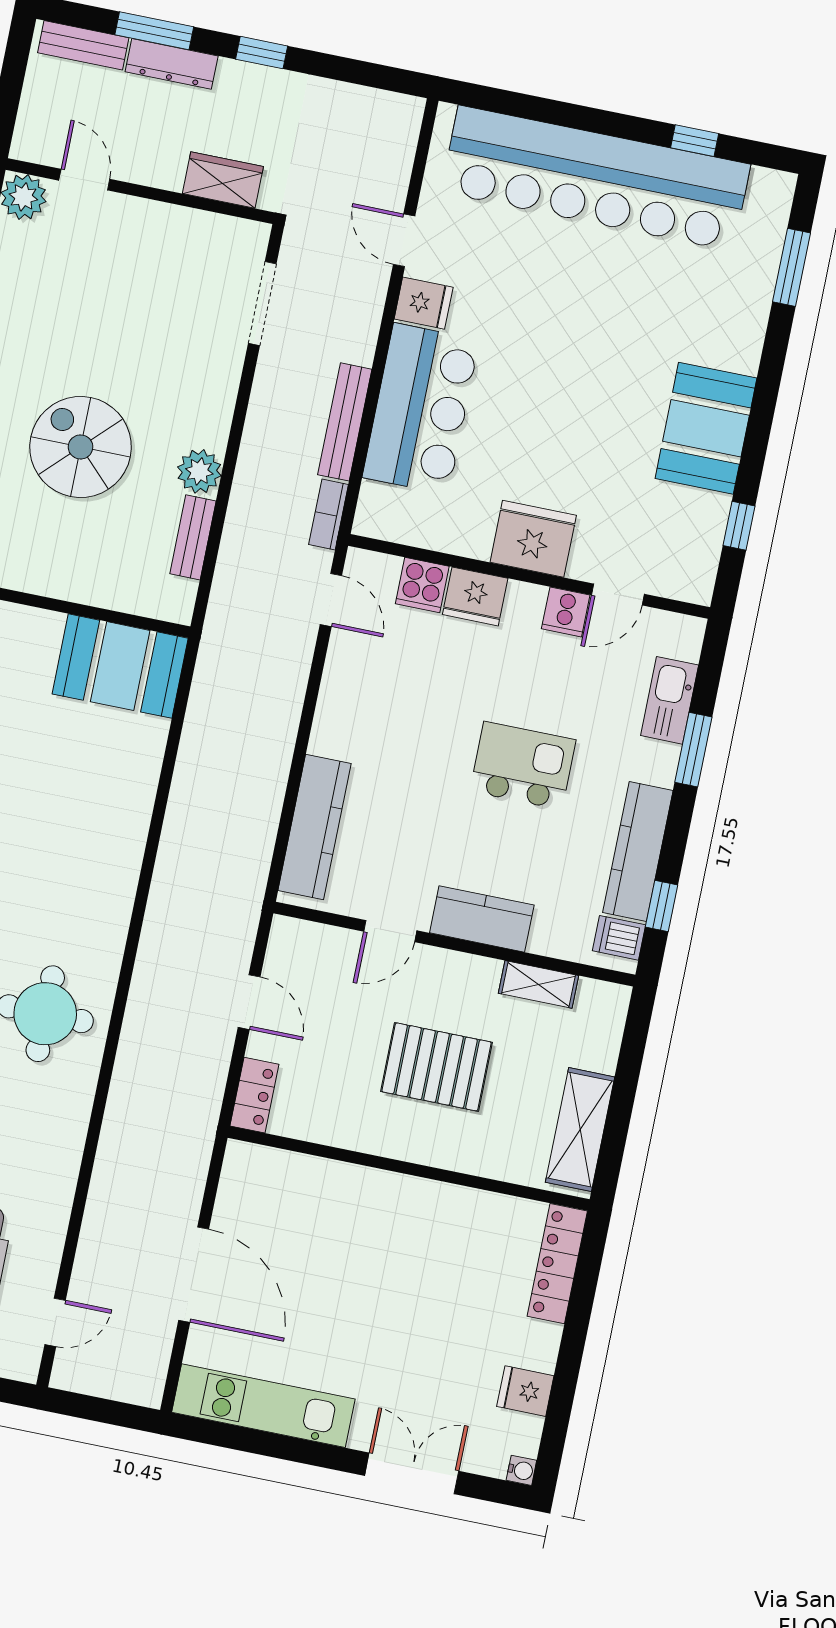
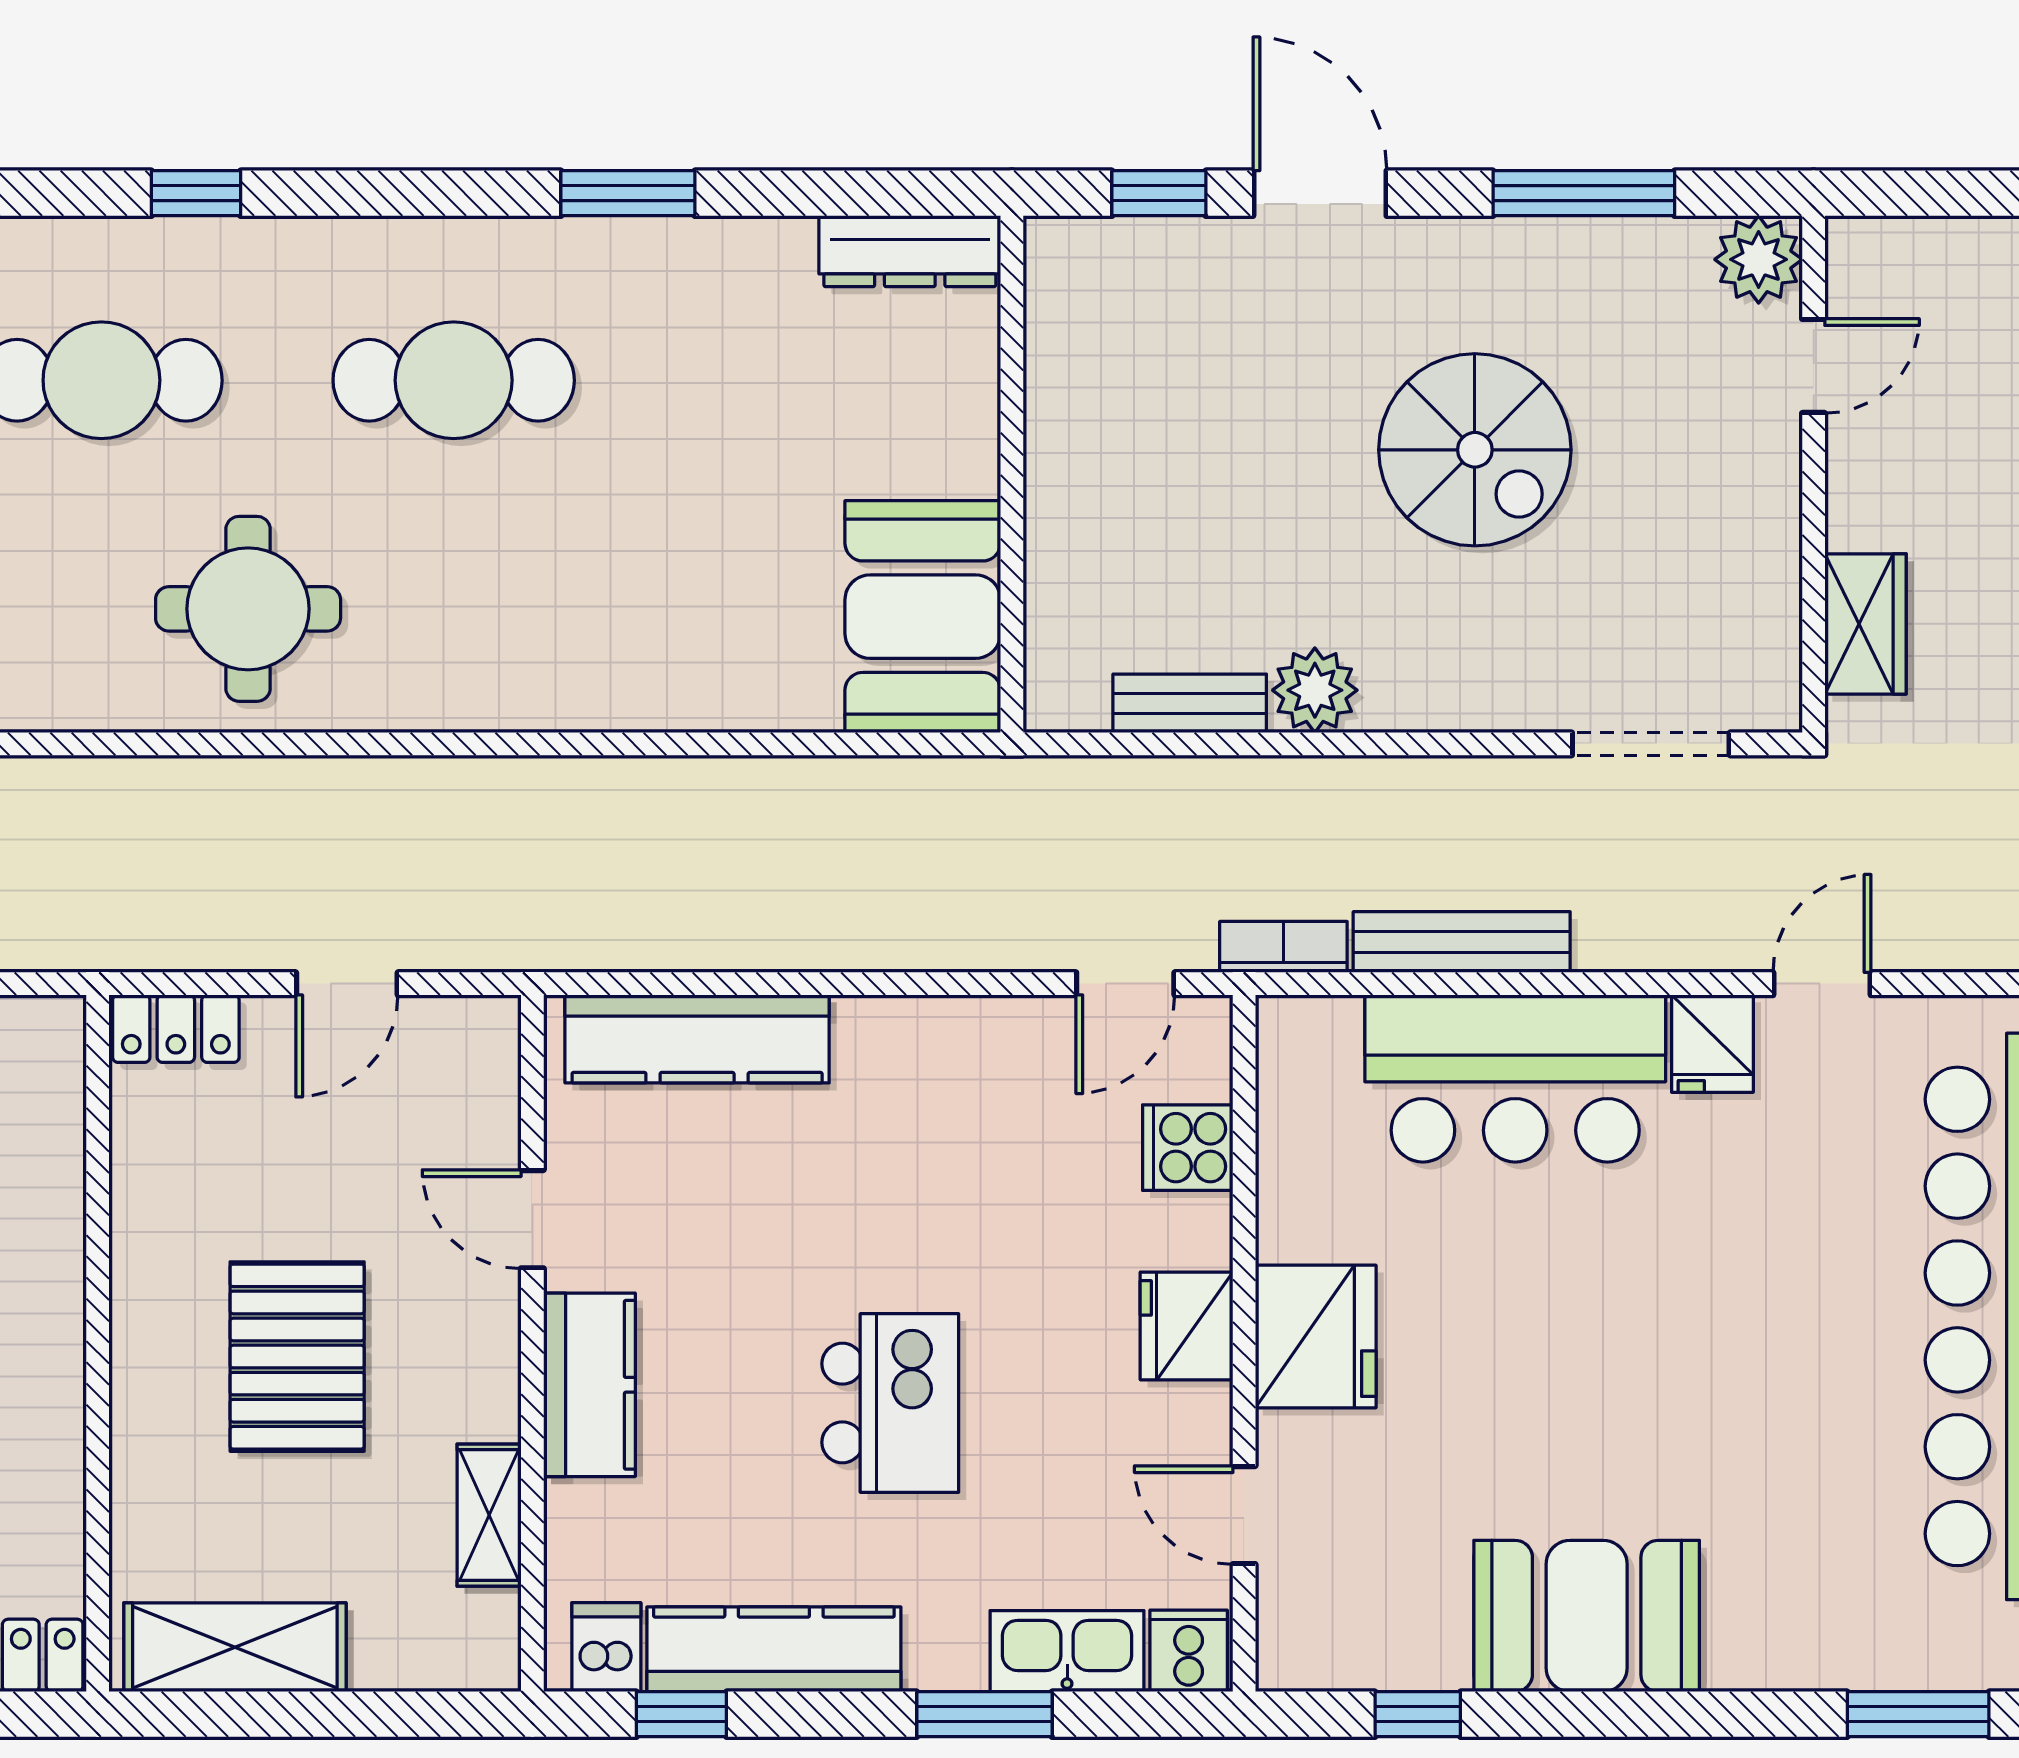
spiral stairs: (81, 447) -> (1475, 450), moved, turned 90
fridge: (475, 596) -> (1187, 1326), moved
cooker: (566, 612) -> (1189, 1651), moved, turned 90

